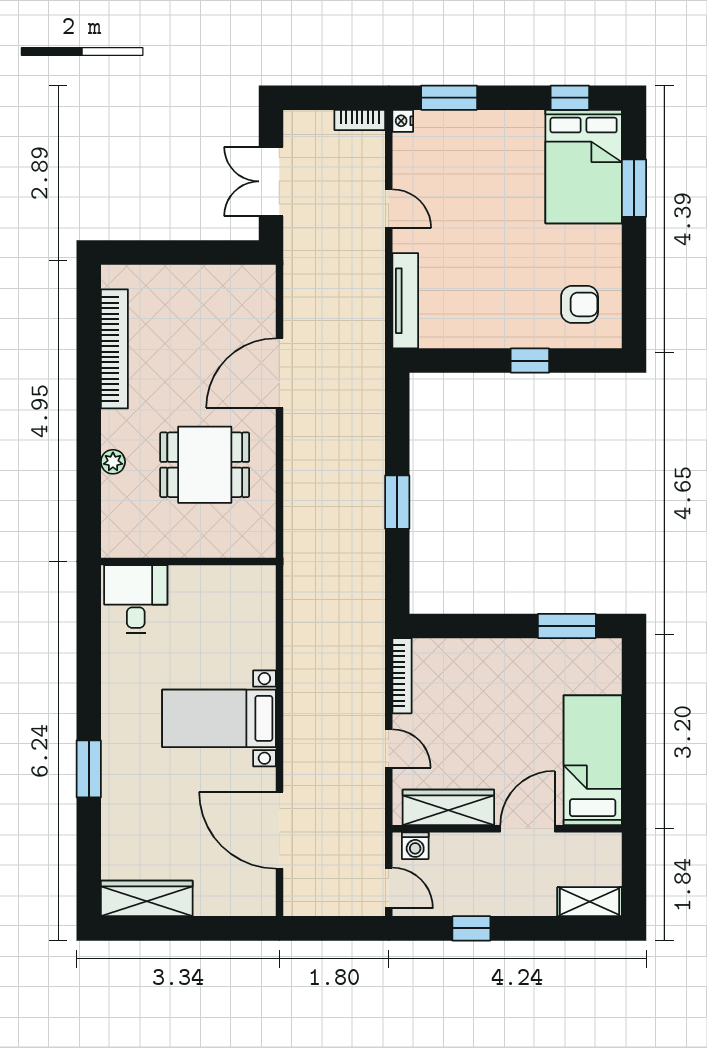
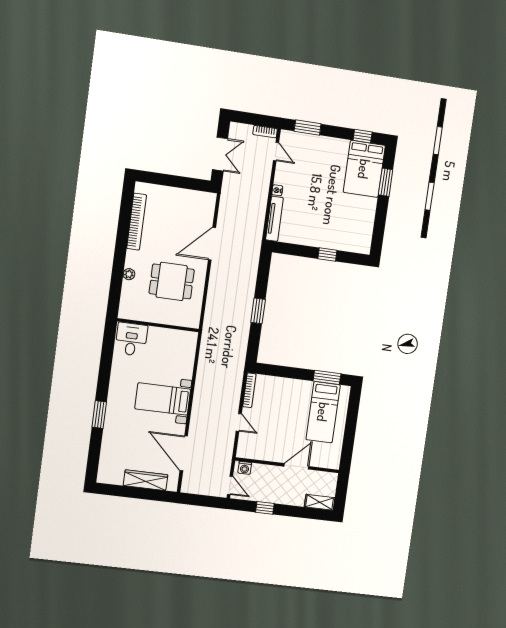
nightstand: (403, 121) -> (277, 190), moved
double door: (271, 181) -> (220, 154), swing flipped
door: (389, 209) -> (276, 152), moved
armchair: (580, 304) -> (353, 232), removed
bed: (593, 760) -> (323, 412), moved, turned 180
wardrobe: (448, 807) -> (262, 452), removed
wardrobe: (147, 898) -> (146, 480), moved

